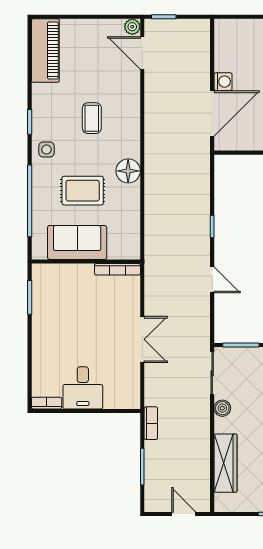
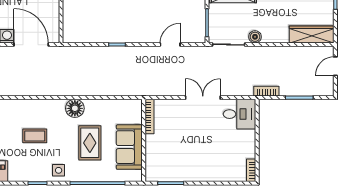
door: (212, 280) -> (170, 45), moved
desk: (83, 388) -> (240, 114), moved
wardrobe: (225, 463) -> (312, 34), moved

